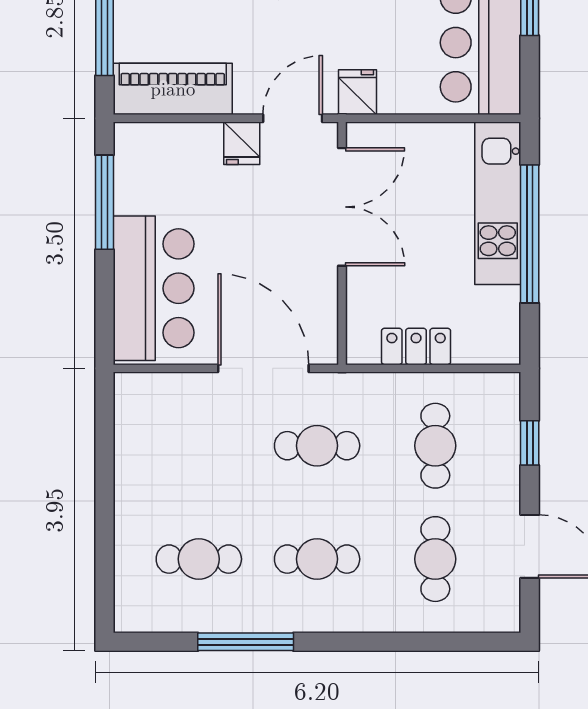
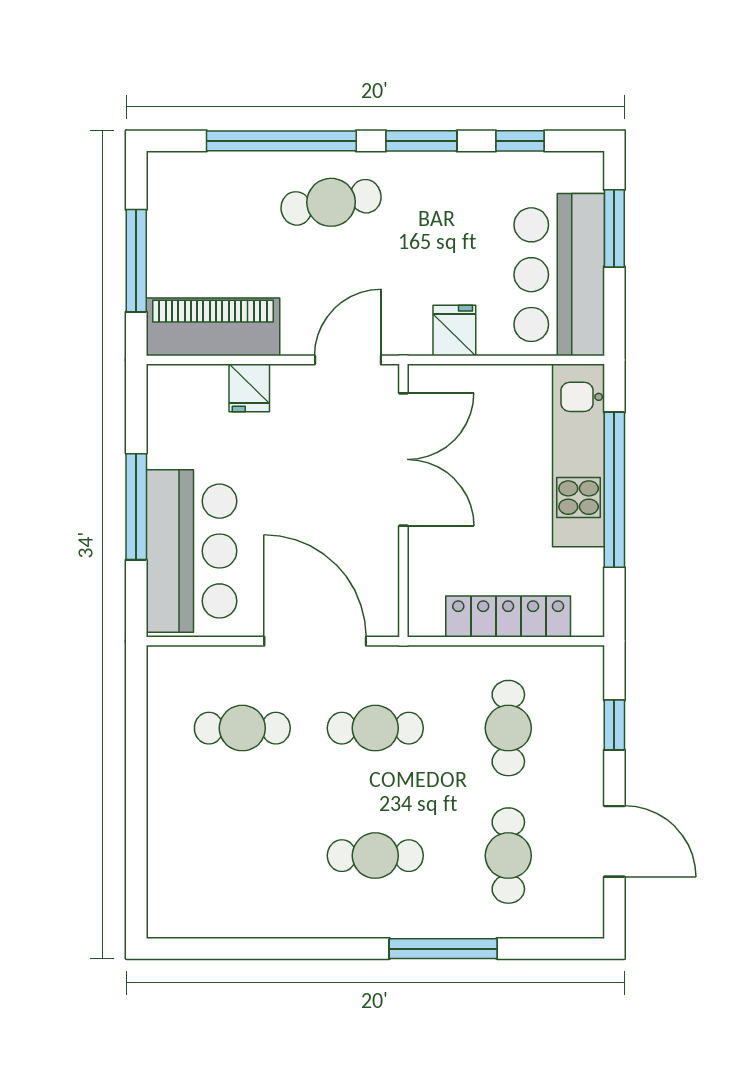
fridge: (357, 92) -> (454, 330), moved
fridge: (242, 143) -> (249, 388), moved
window: (104, 202) -> (136, 507), moved
locker: (416, 346) -> (508, 617), width x1.53
cafe table: (199, 559) -> (242, 728), moved
window: (246, 642) -> (443, 949), moved

